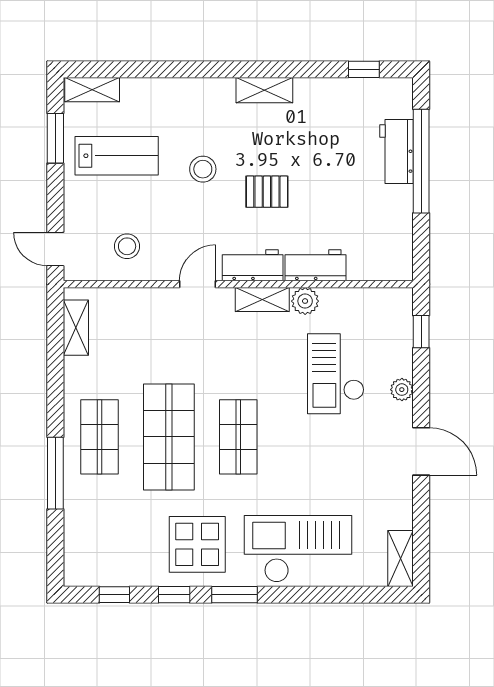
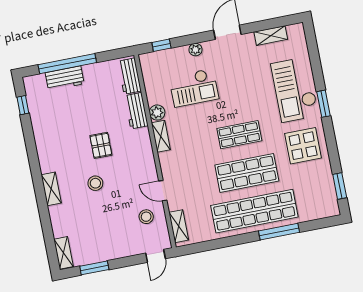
shelving: (264, 90) -> (51, 189), moved
lab bench: (117, 156) -> (97, 232), removed
workbench: (253, 265) -> (129, 76), moved
door: (198, 284) -> (163, 191), moved
shelving: (76, 328) -> (179, 226), moved, turned 90
shop shelf: (100, 437) -> (254, 211), width x2.00, depth x1.36
shelving: (401, 559) -> (271, 36), moved
window: (114, 595) -> (340, 186), width x1.50
window: (174, 595) -> (333, 153), removed
window: (234, 595) -> (324, 104), moved

